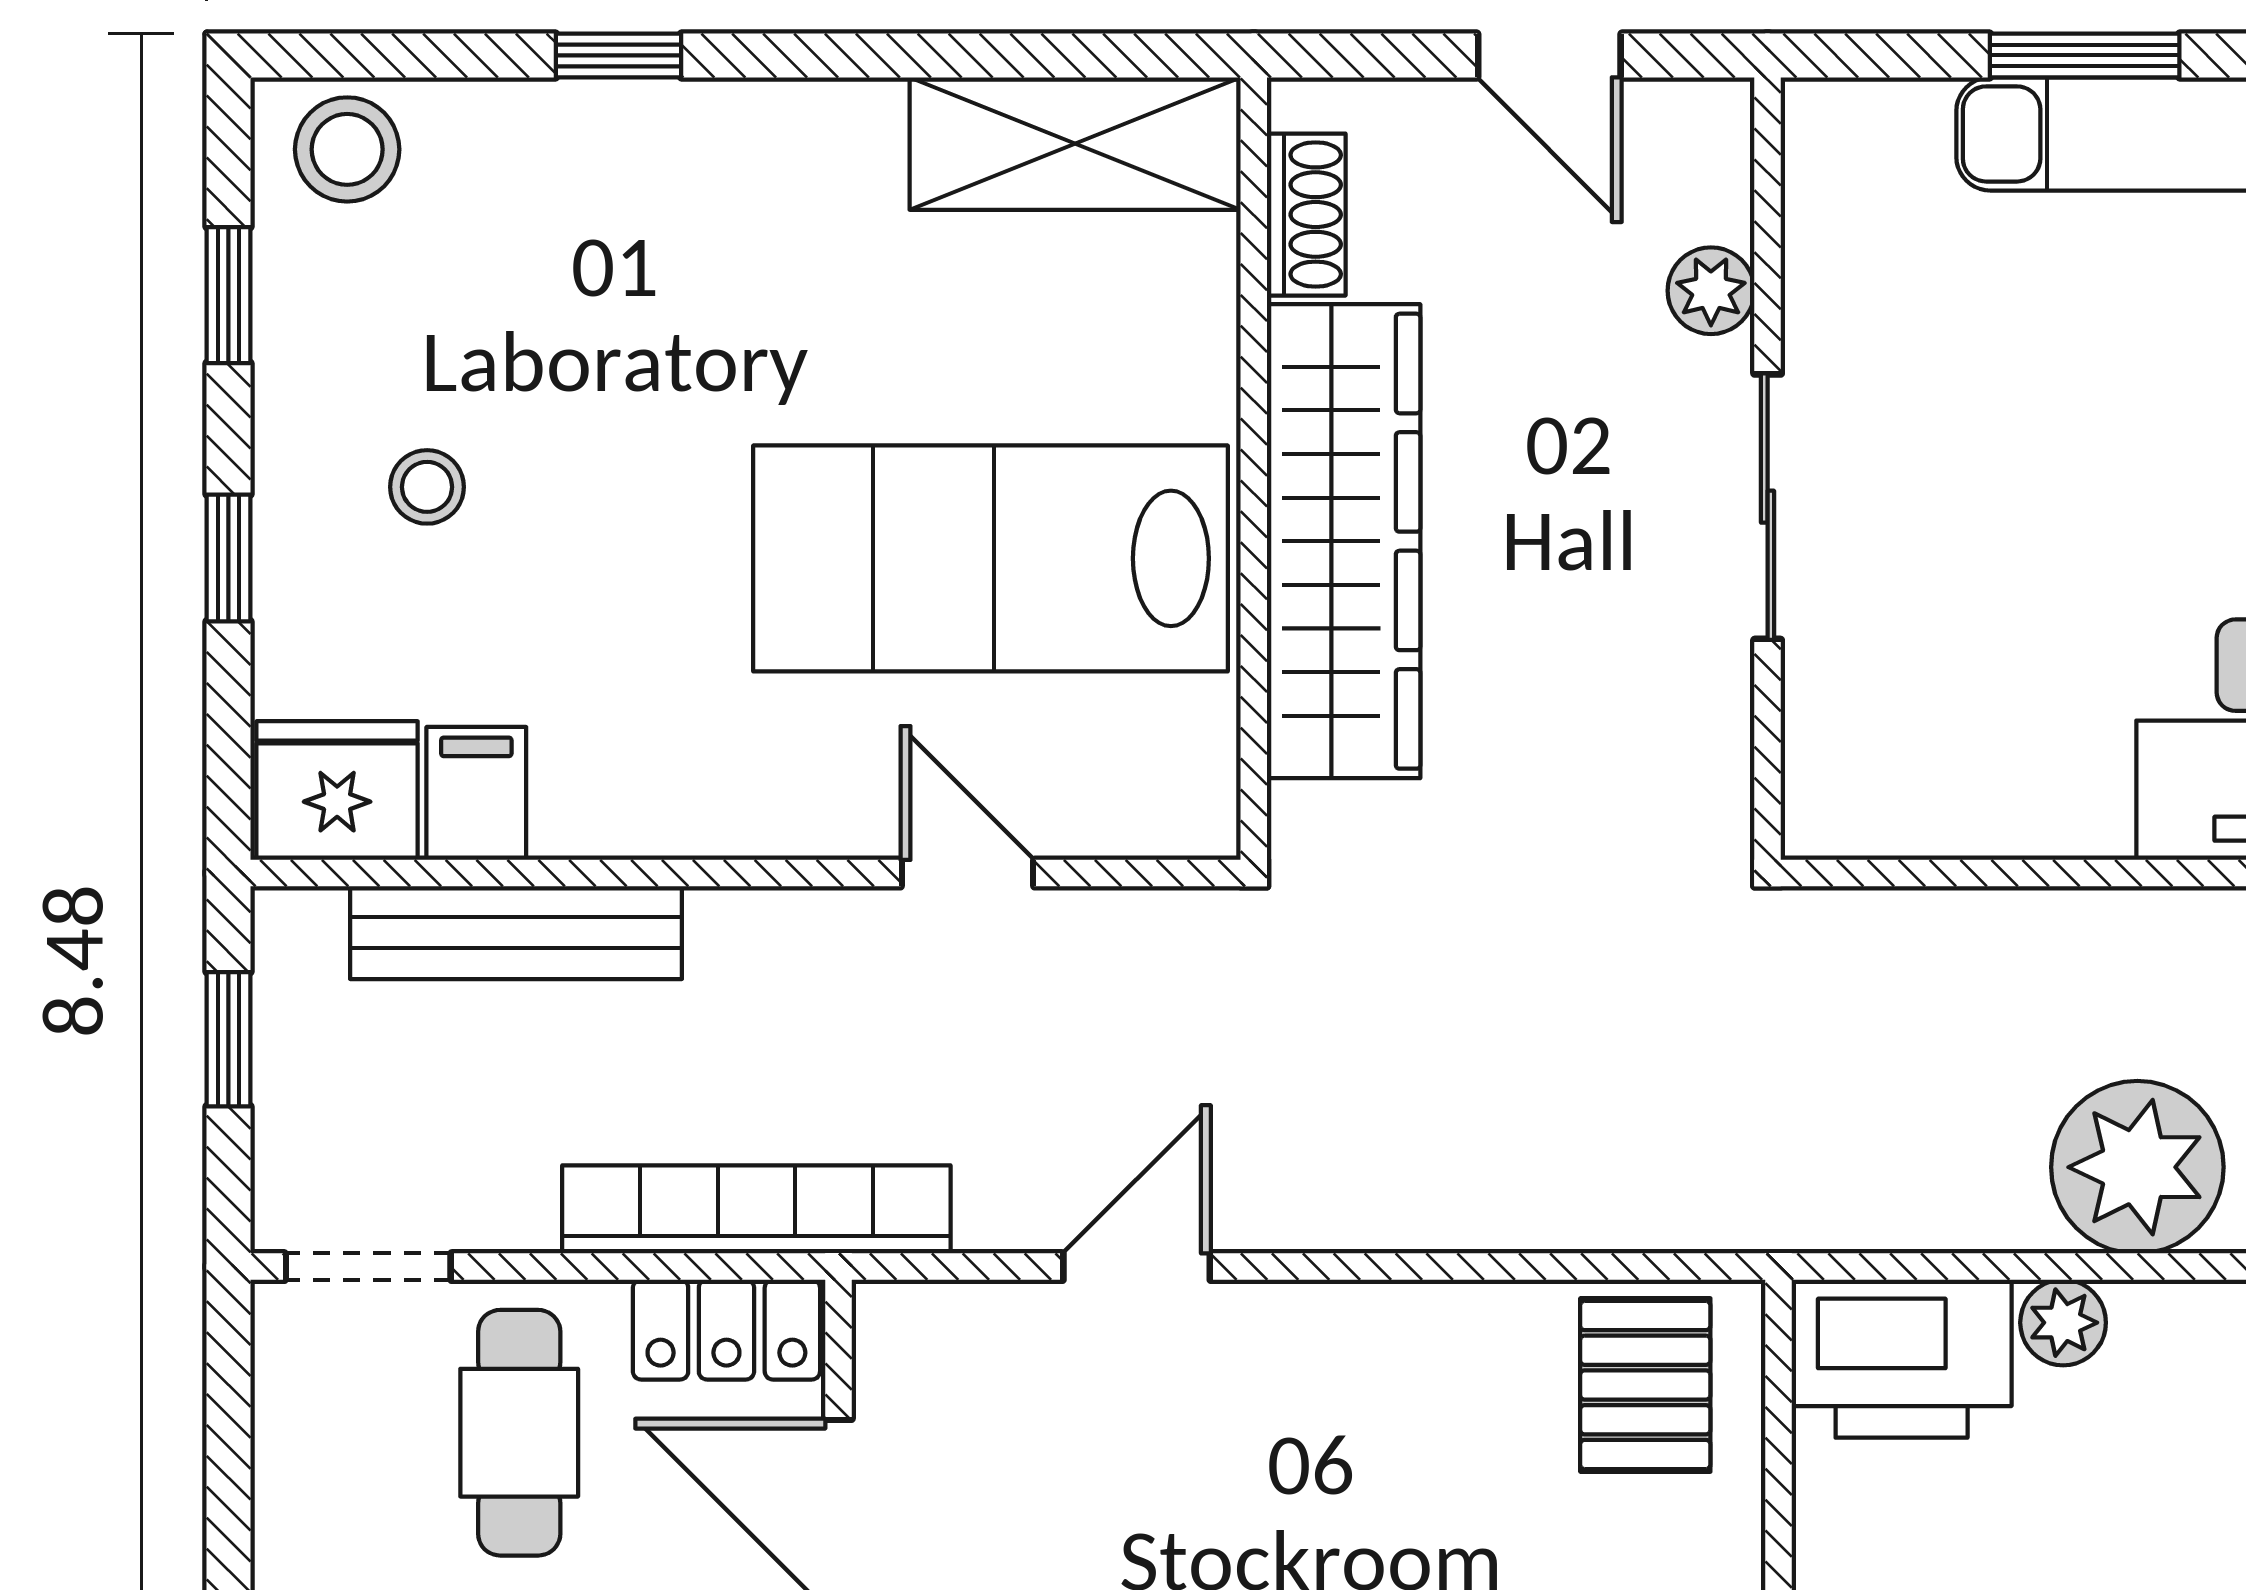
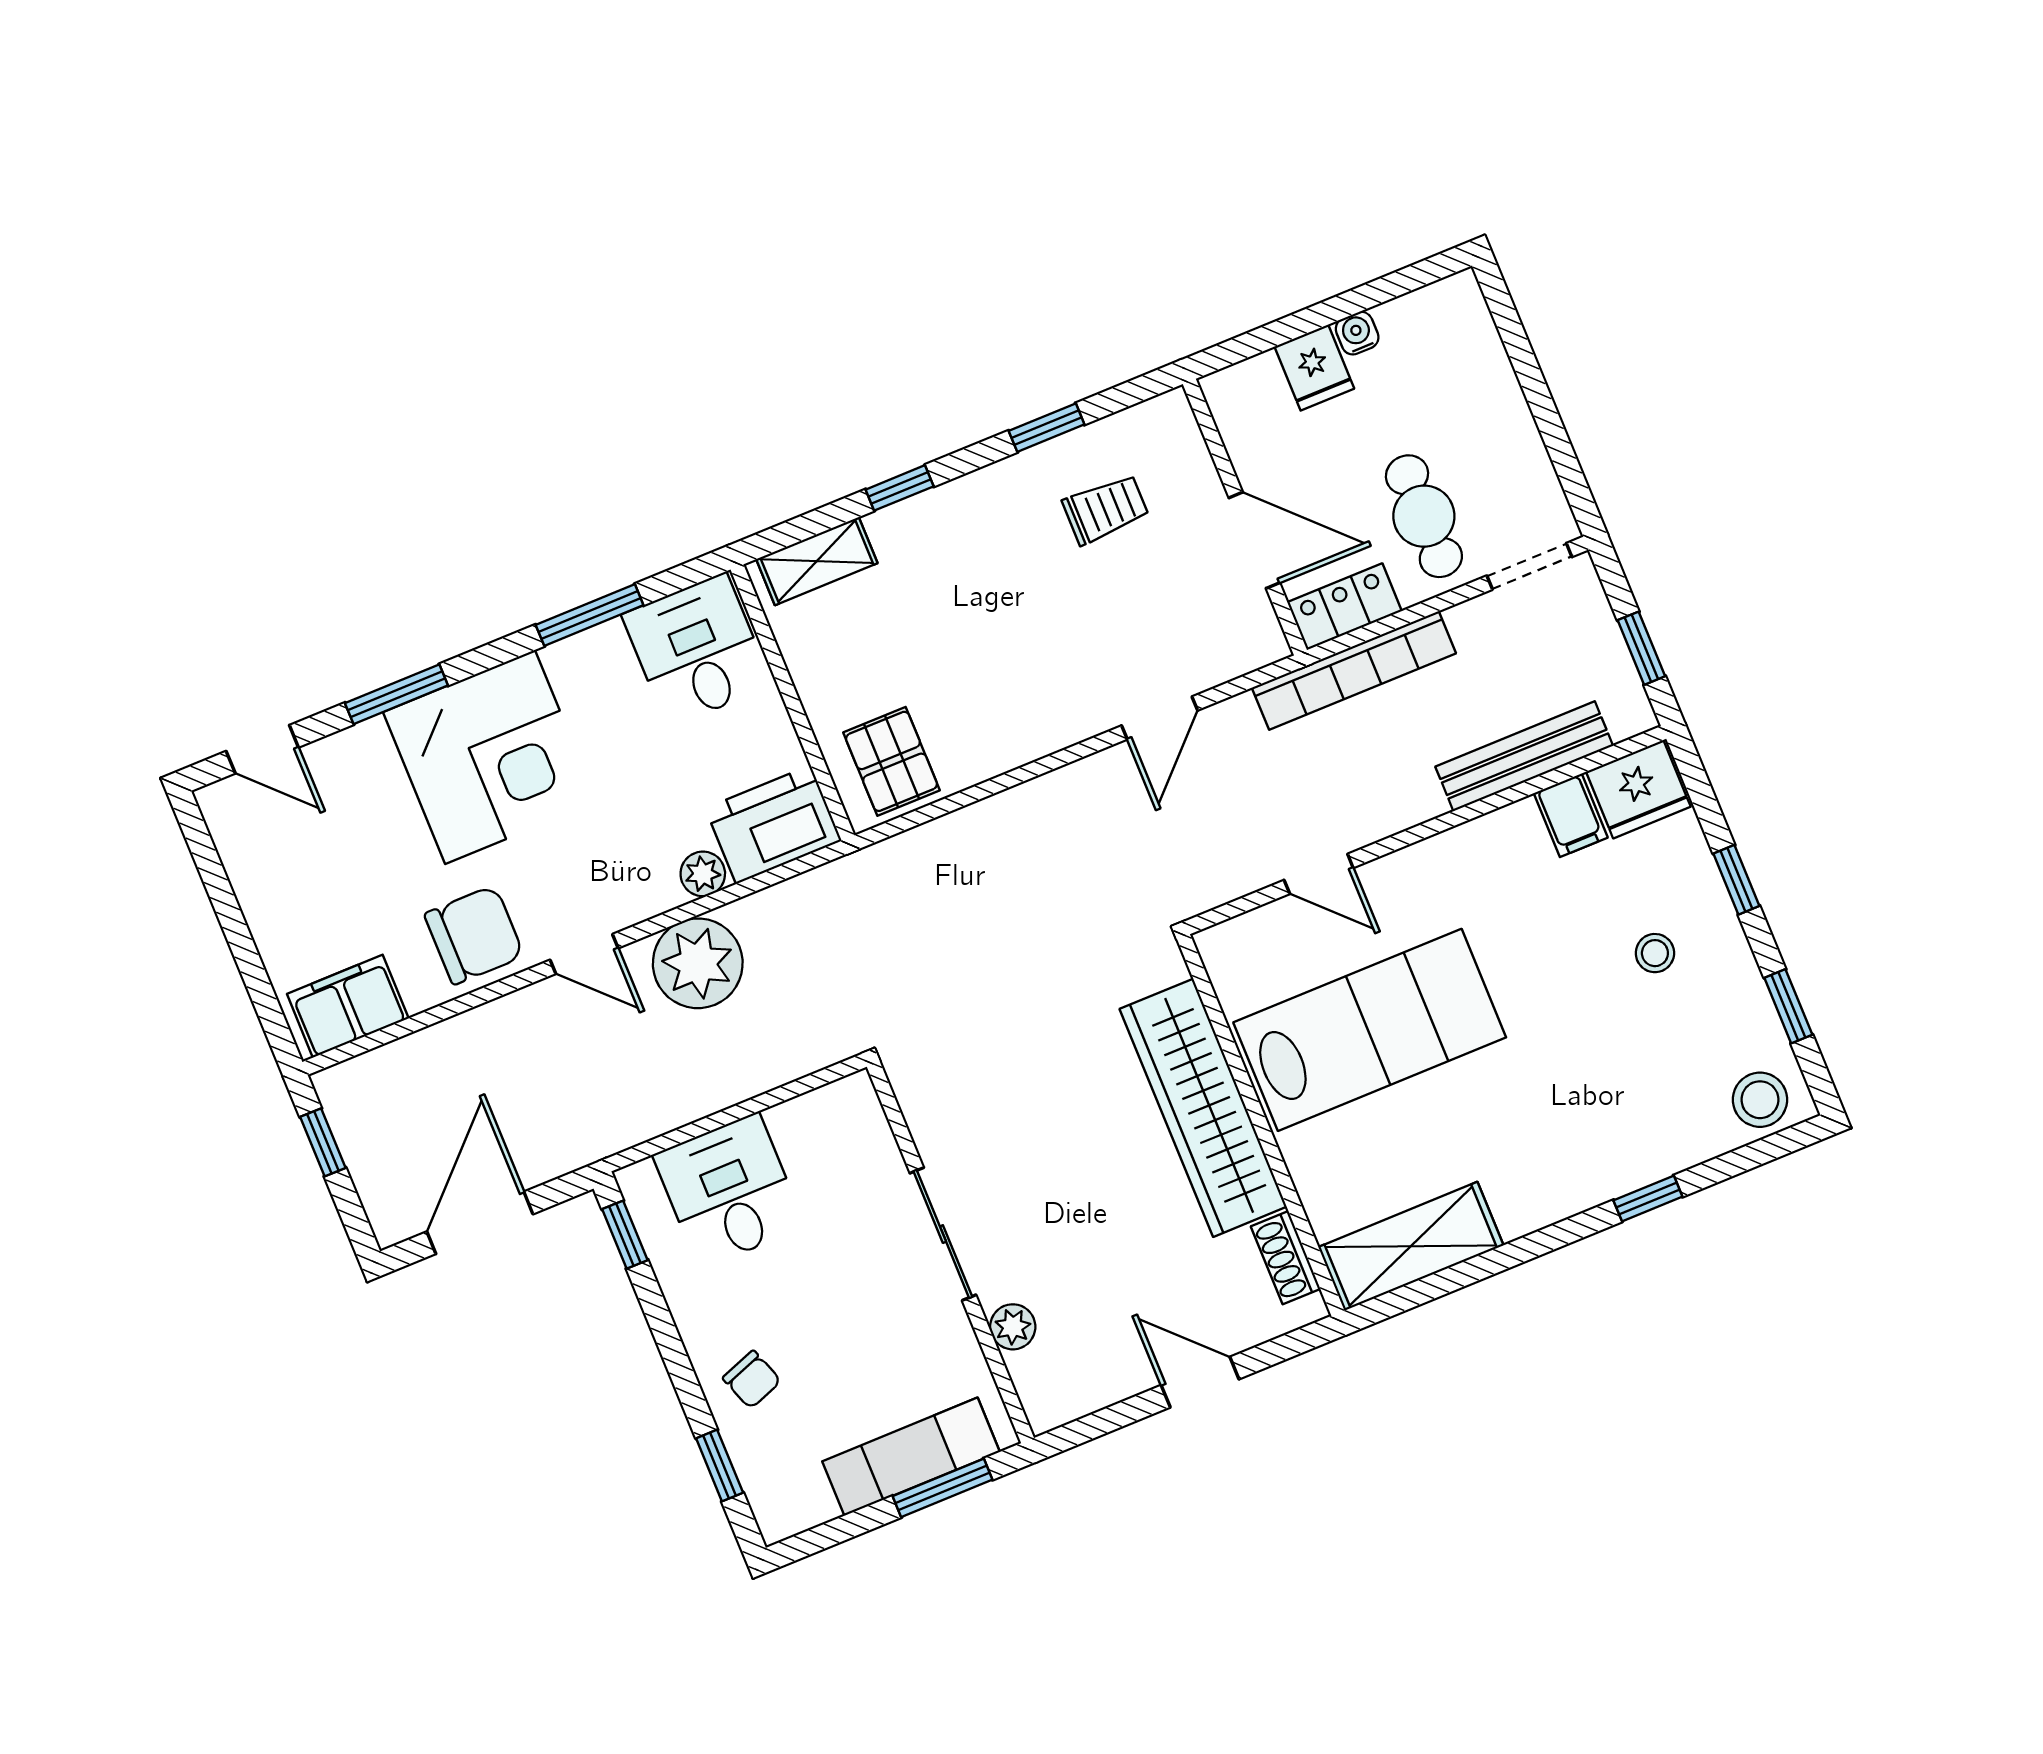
plant: (1711, 291) -> (1013, 1327), moved
wall: (1768, 469) -> (950, 1252), moved
sliding door: (1768, 507) -> (943, 1234), moved

